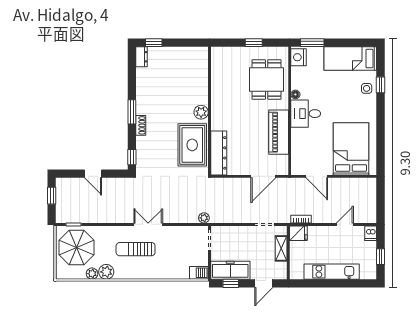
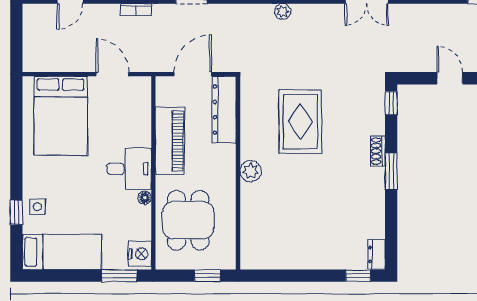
wall: (209, 111) -> (238, 173), moved
plant: (201, 112) -> (251, 171), moved
dresser: (219, 153) -> (224, 110), moved

